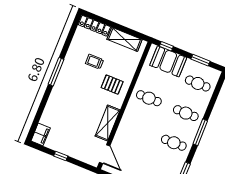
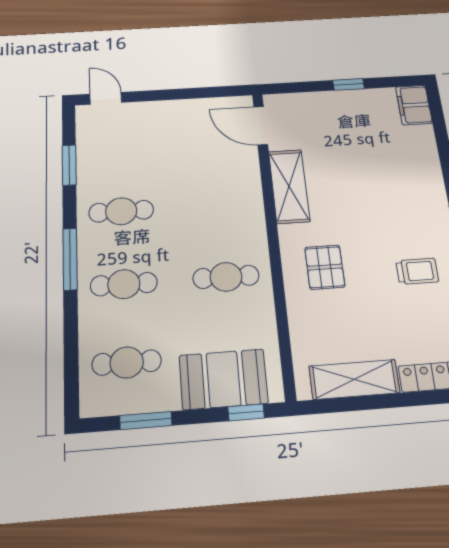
trolley: (95, 62) -> (417, 271), moved
pallet: (112, 85) -> (325, 267), turned 90

